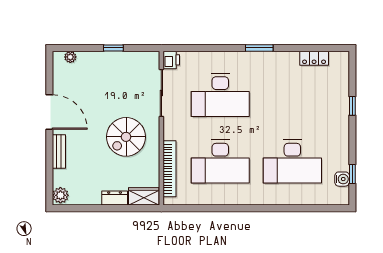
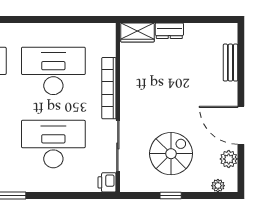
spiral stairs: (126, 137) -> (171, 154), moved
bench: (59, 151) -> (230, 63), moved
bookcase: (170, 169) -> (109, 88), moved
plant: (60, 195) -> (229, 159), moved

